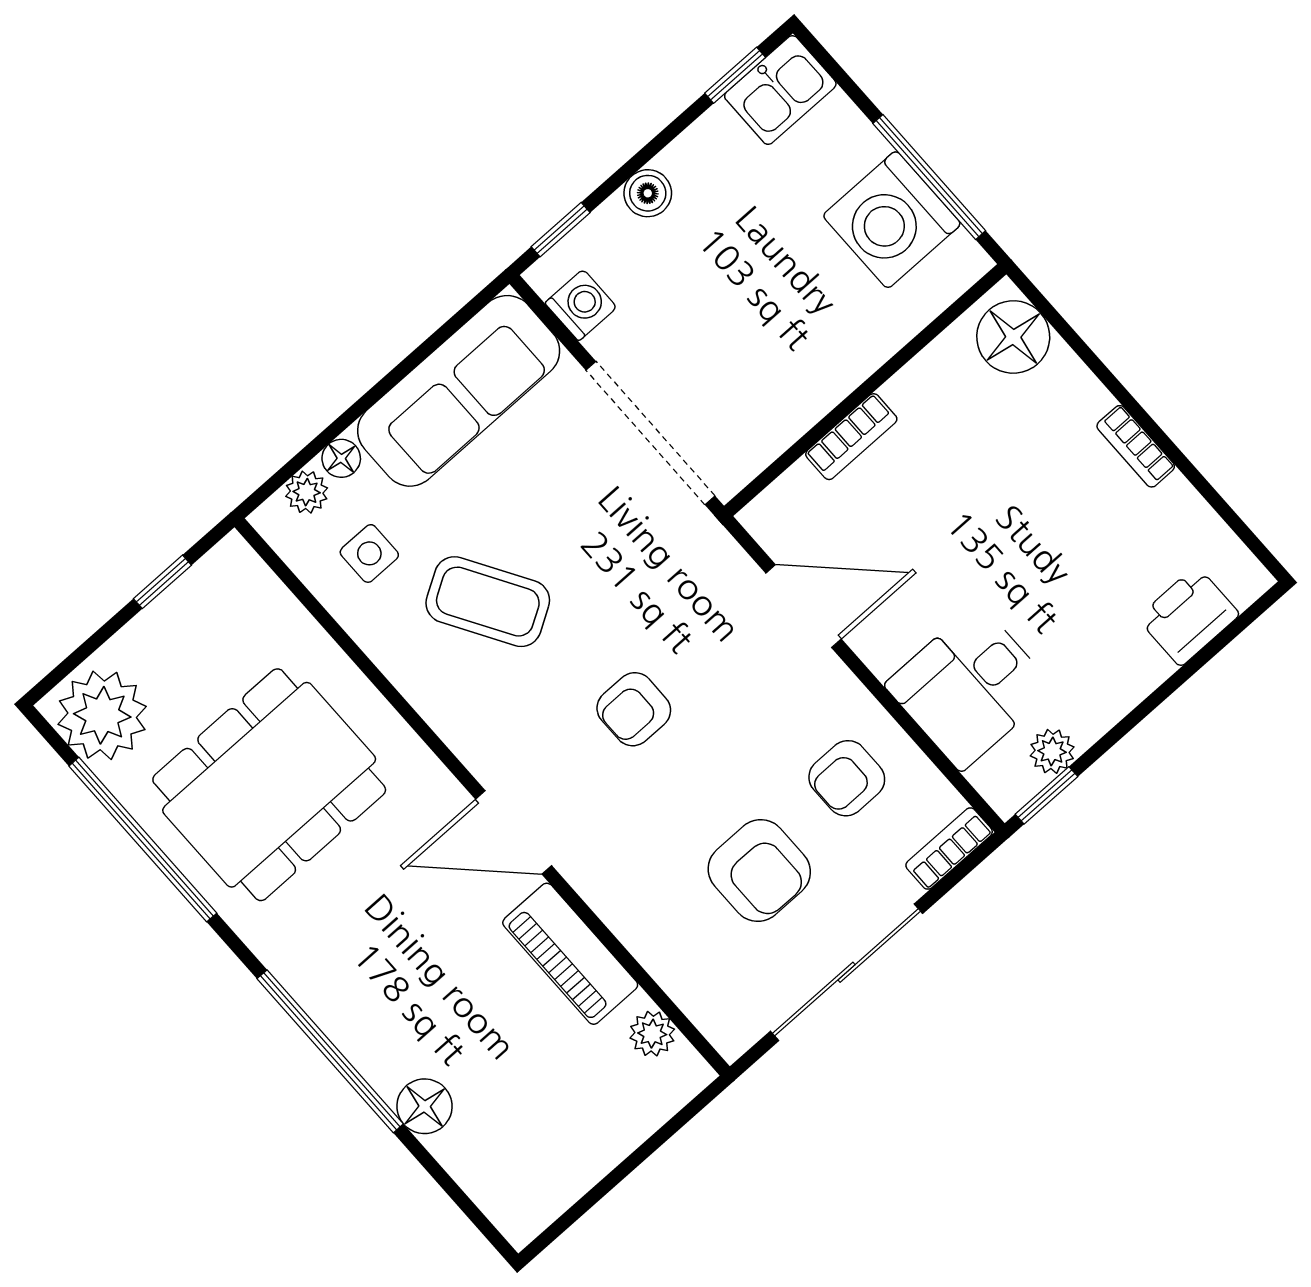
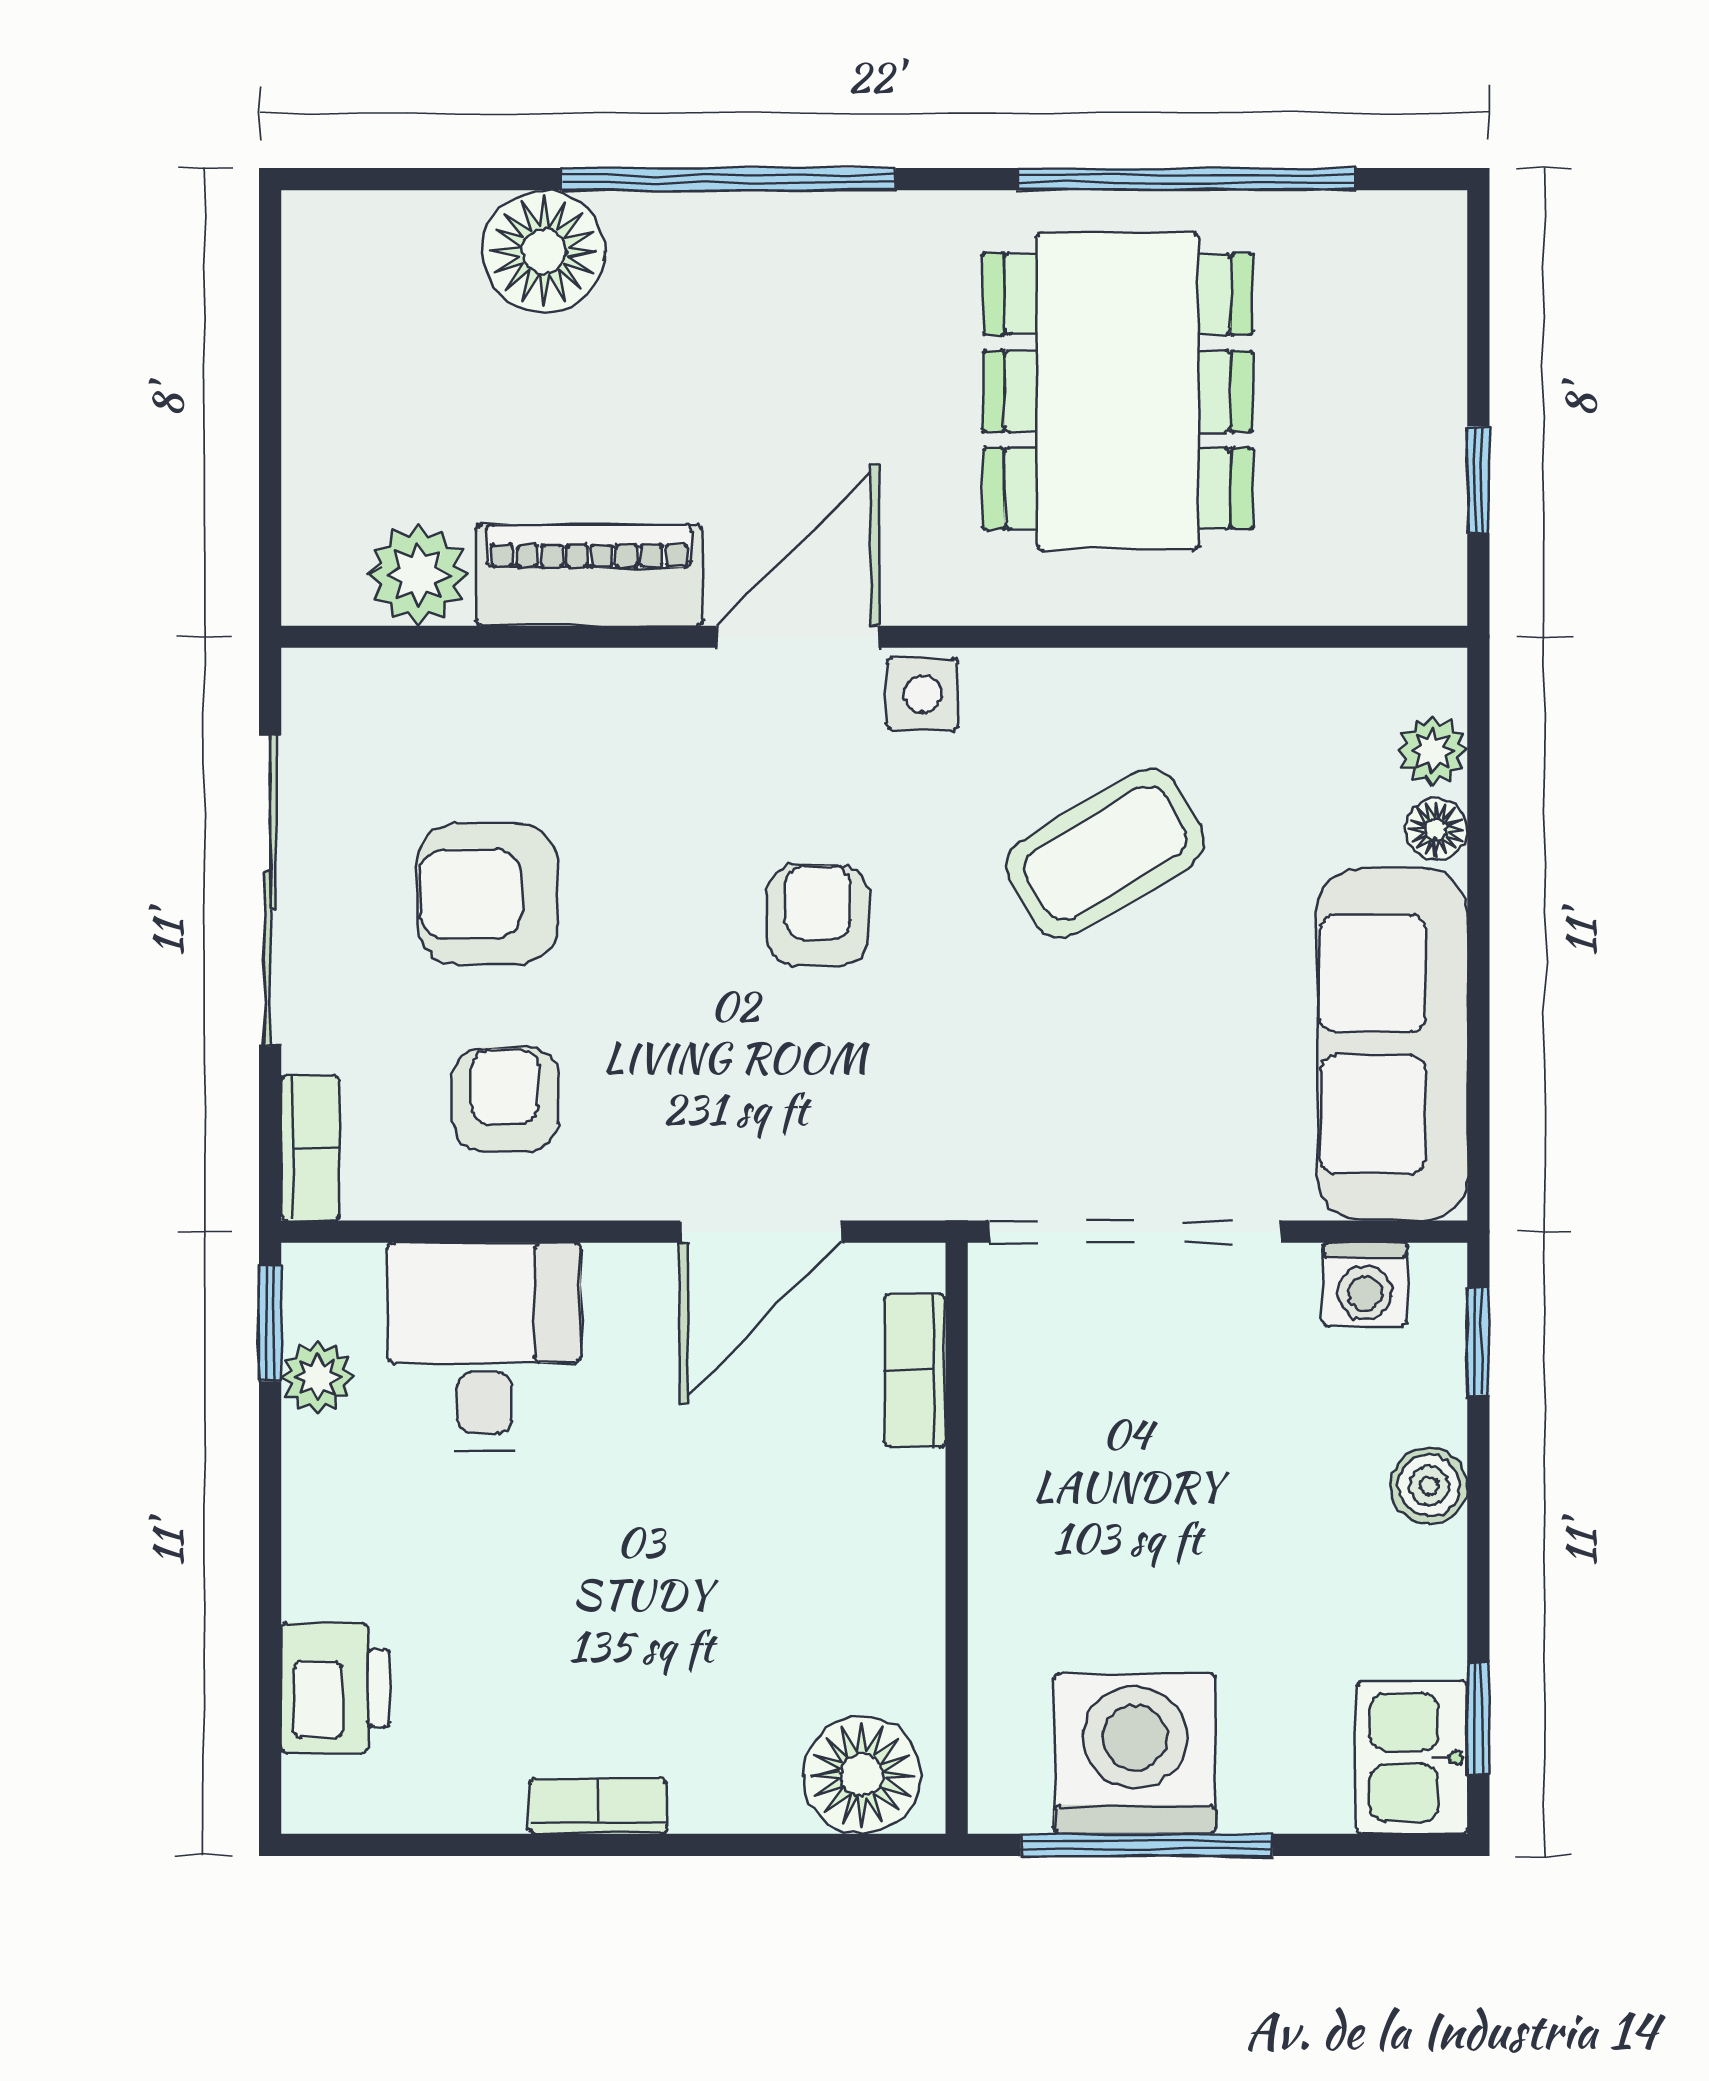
bookcase: (851, 437) -> (915, 1371), moved
side table: (369, 553) -> (922, 694), moved
plant: (102, 715) -> (1381, 263), removed
plant: (652, 1034) -> (418, 575), width x1.38, depth x1.38
floor lamp: (425, 1106) -> (544, 251), width x1.38, depth x1.38

